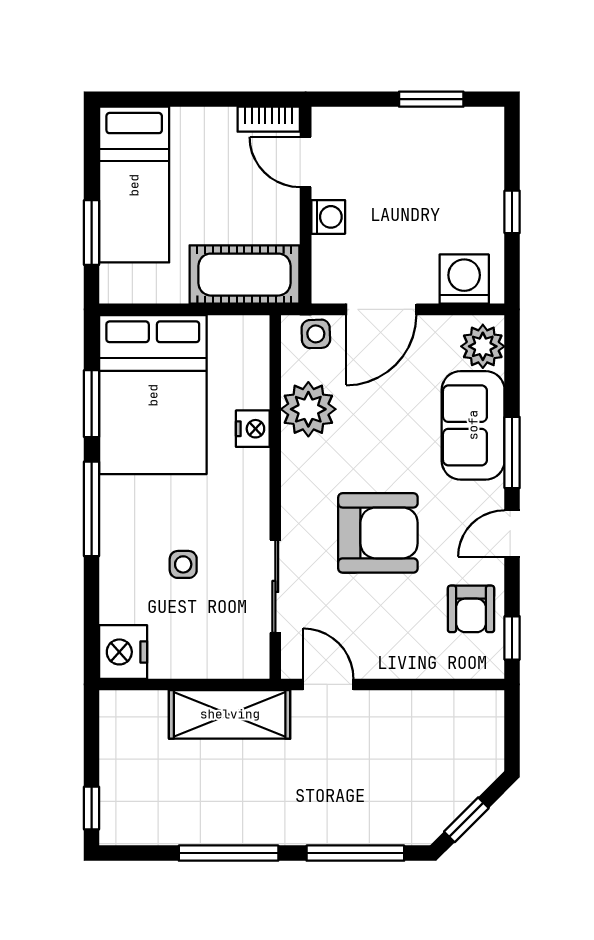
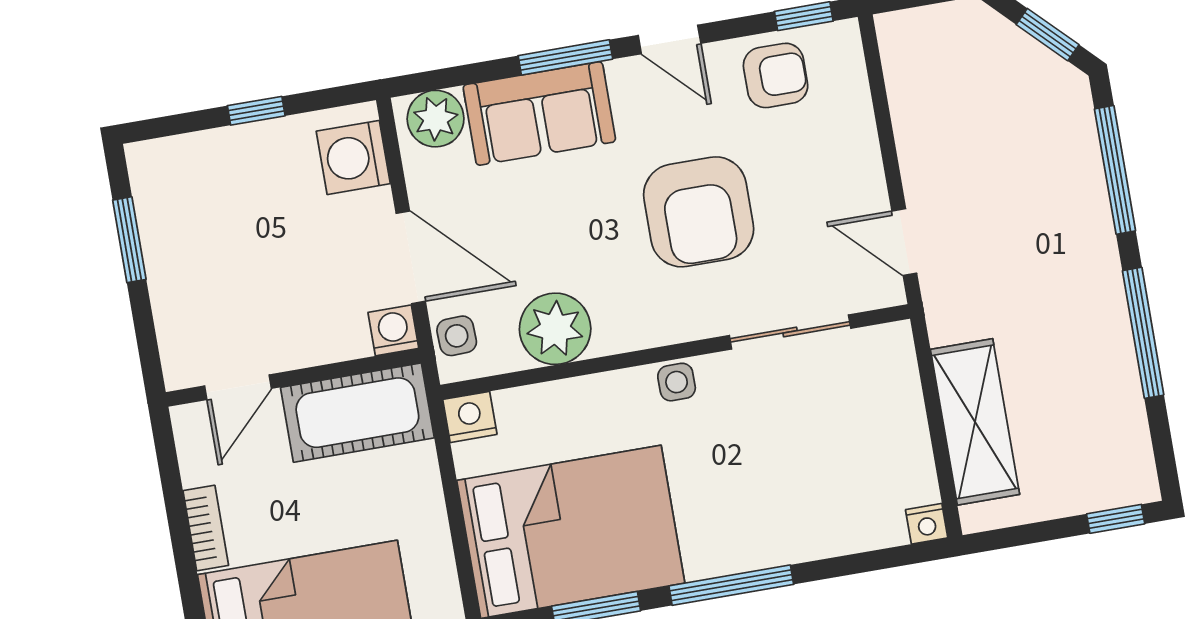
bookcase: (269, 119) -> (206, 528), moved
washing machine: (328, 217) -> (393, 330), moved
cot: (244, 275) -> (357, 413), moved, turned 90
nightstand: (253, 429) -> (470, 417), moved
armchair: (378, 533) -> (699, 212), turned 180
side table: (183, 564) -> (677, 382), moved
nightstand: (123, 652) -> (927, 524), width x0.53, depth x0.56
door: (328, 684) -> (904, 242), hinge flipped
shelving: (230, 714) -> (975, 422), moved

